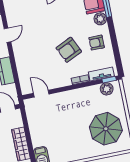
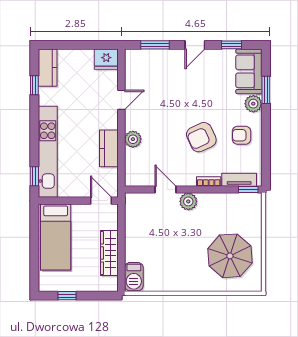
plant: (21, 61) -> (133, 139), added
plant: (107, 89) -> (188, 201), moved
door: (41, 94) -> (165, 189), moved

